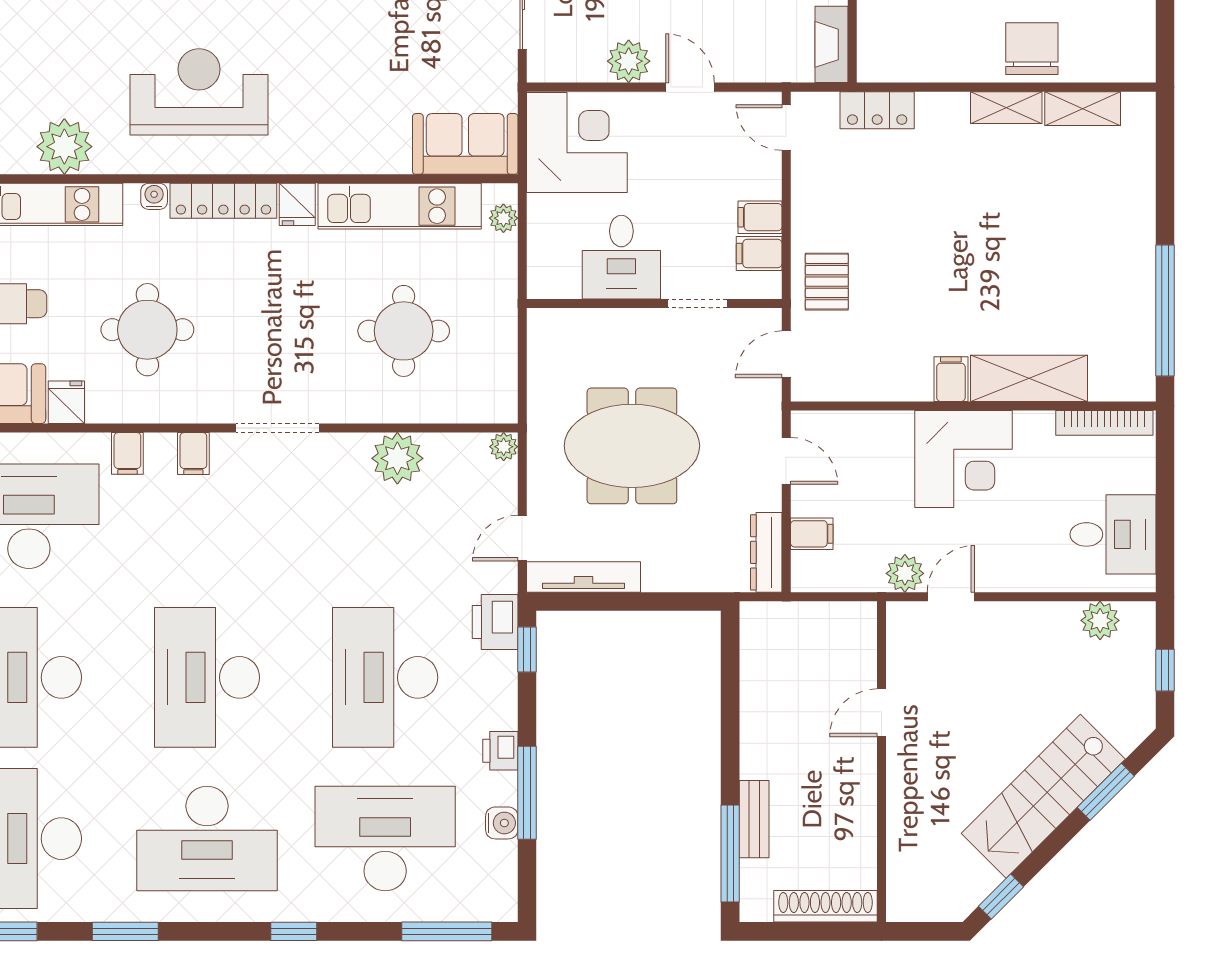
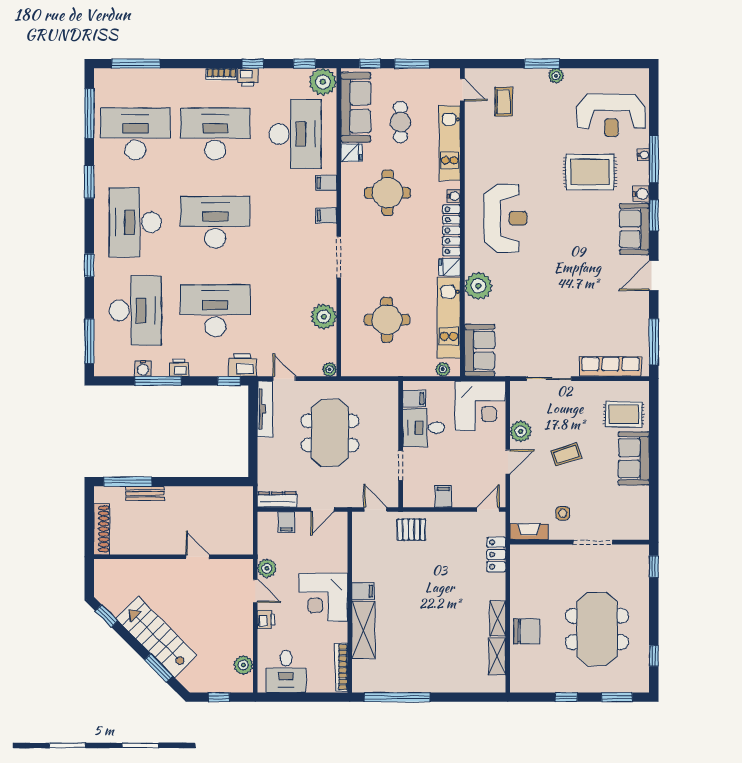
plant: (64, 147) -> (478, 286), moved
filing cabinet: (759, 254) -> (414, 399), moved, turned 90
printer: (1008, 575) -> (266, 619), added

